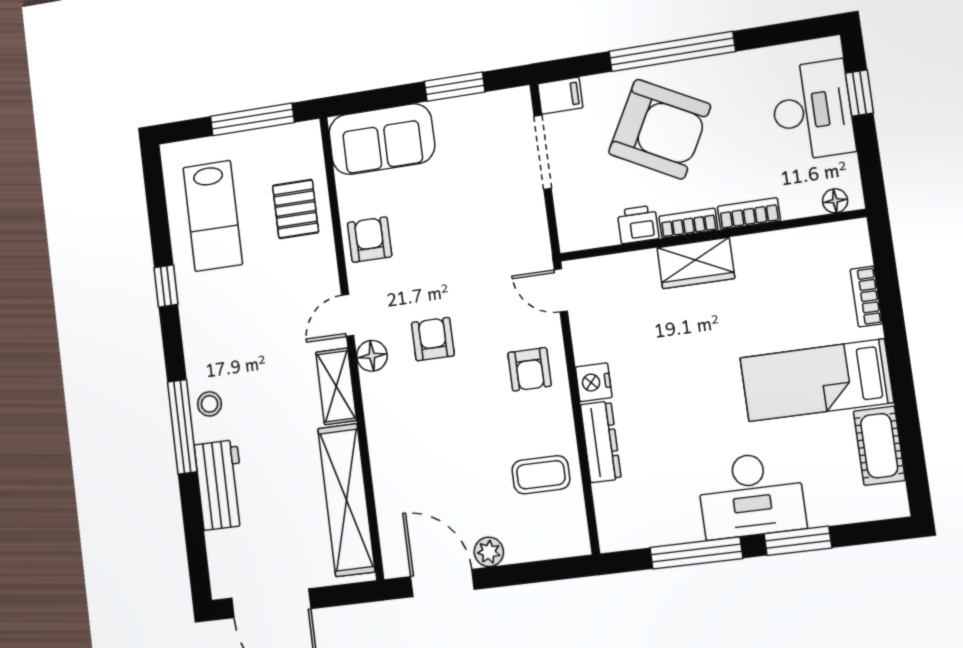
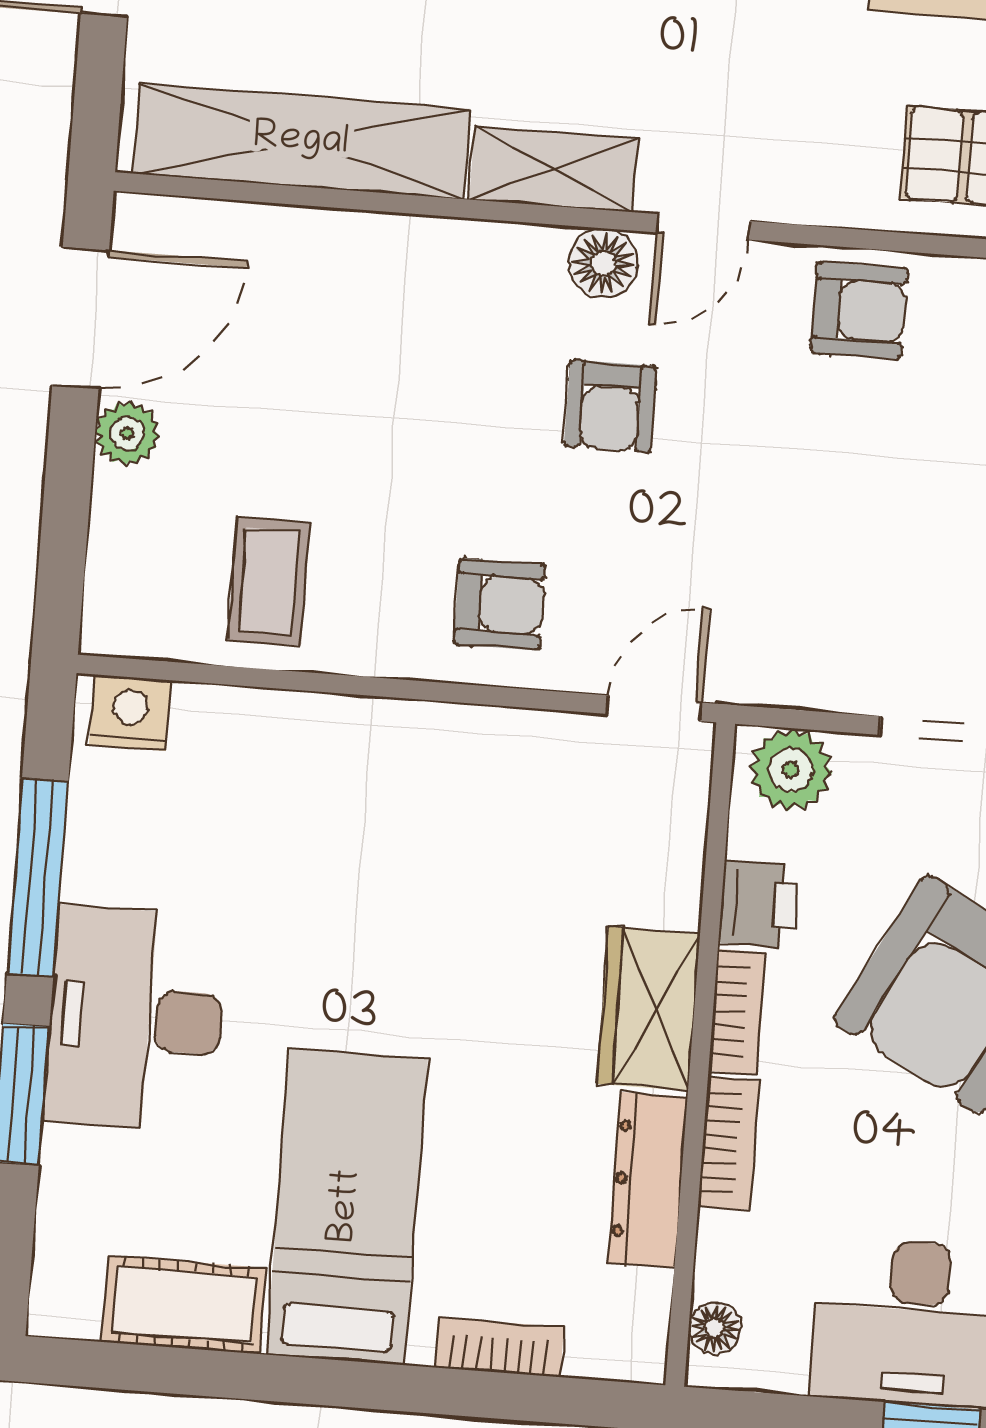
plant: (575, 224) -> (791, 770), added
door: (348, 315) -> (703, 227), swing flipped
armchair: (433, 339) -> (610, 406), turned 90
armchair: (530, 369) -> (500, 604), turned 180
nightstand: (594, 382) -> (130, 713), moved
dresser: (601, 442) -> (648, 1180), moved, turned 90

